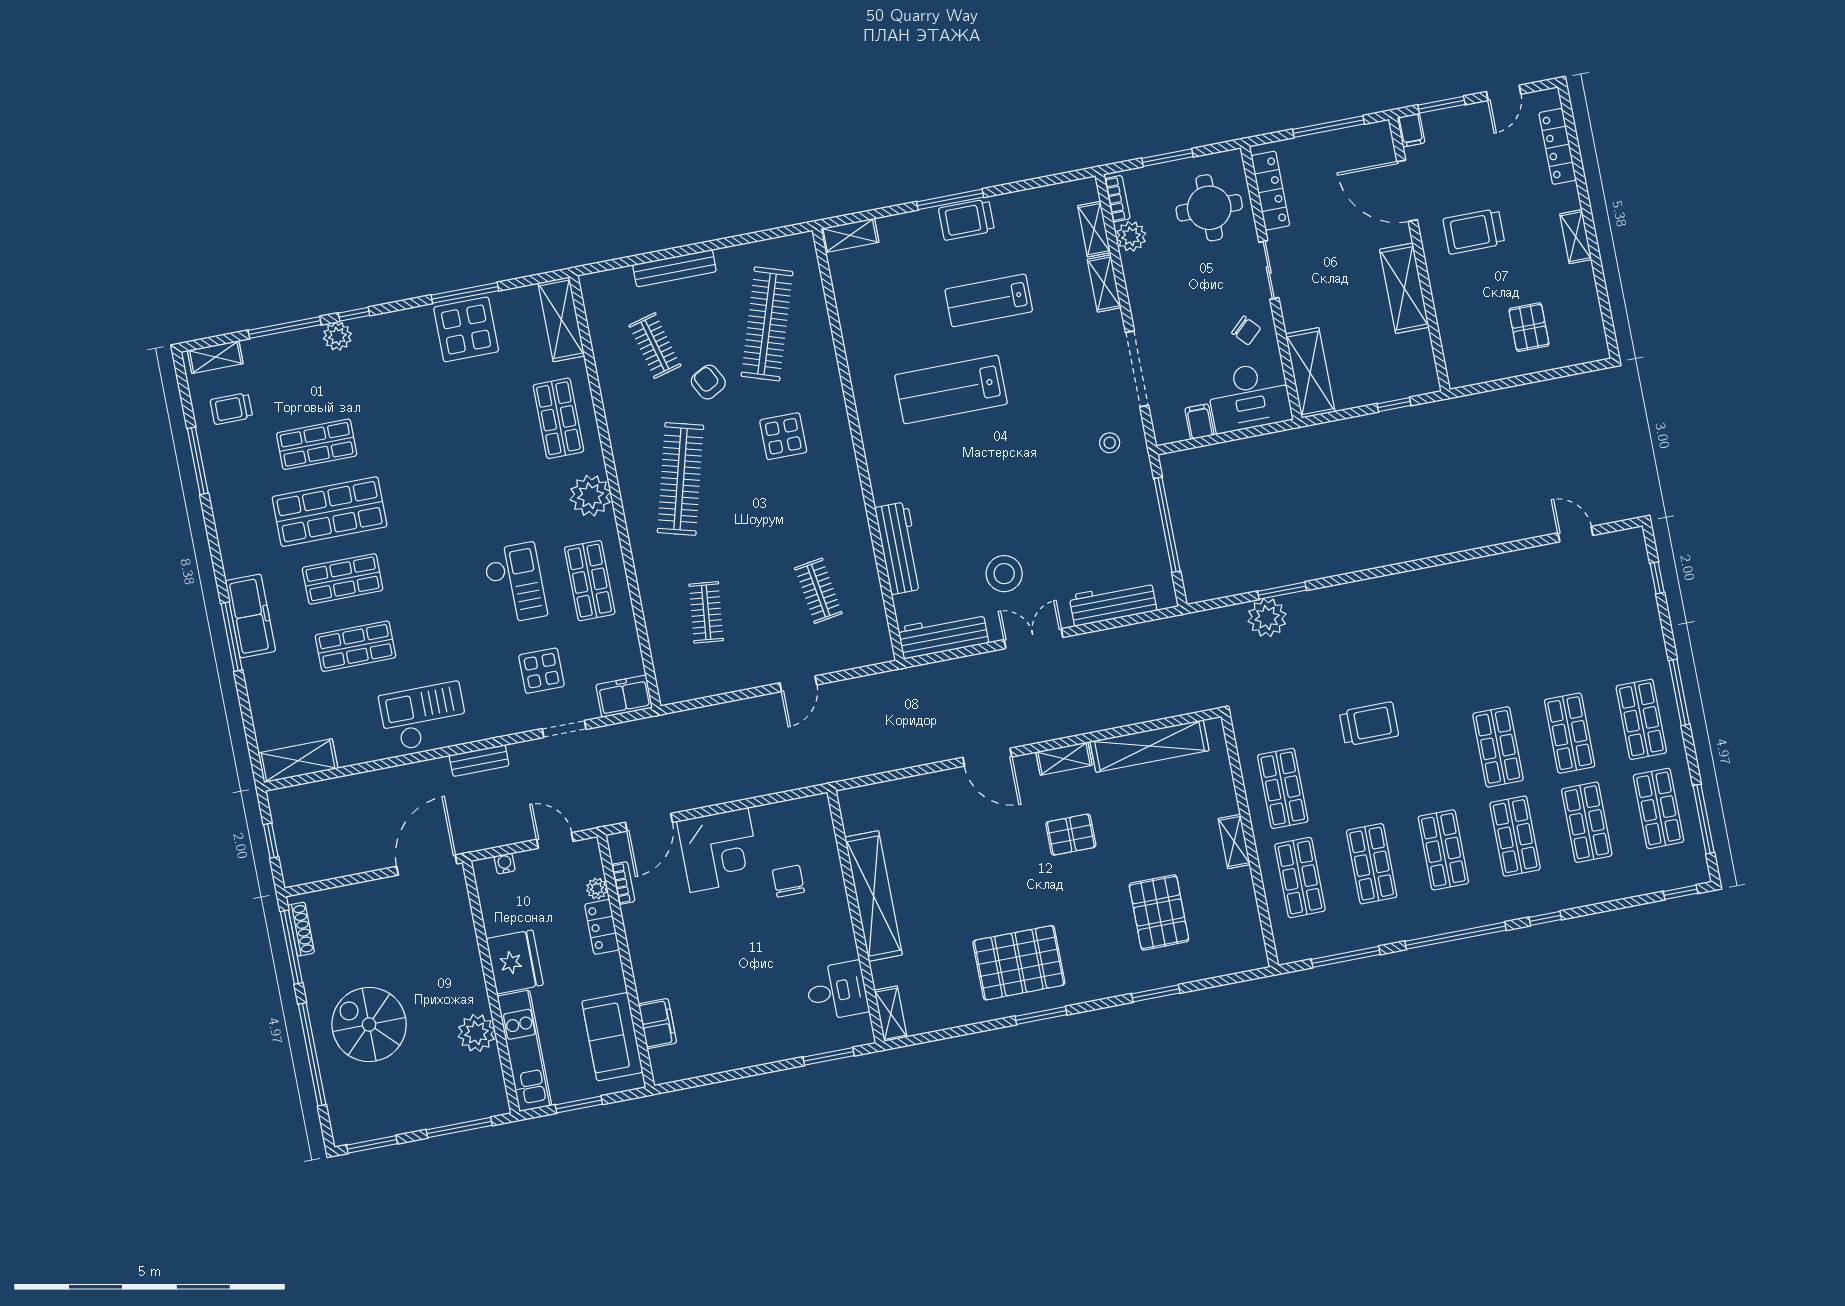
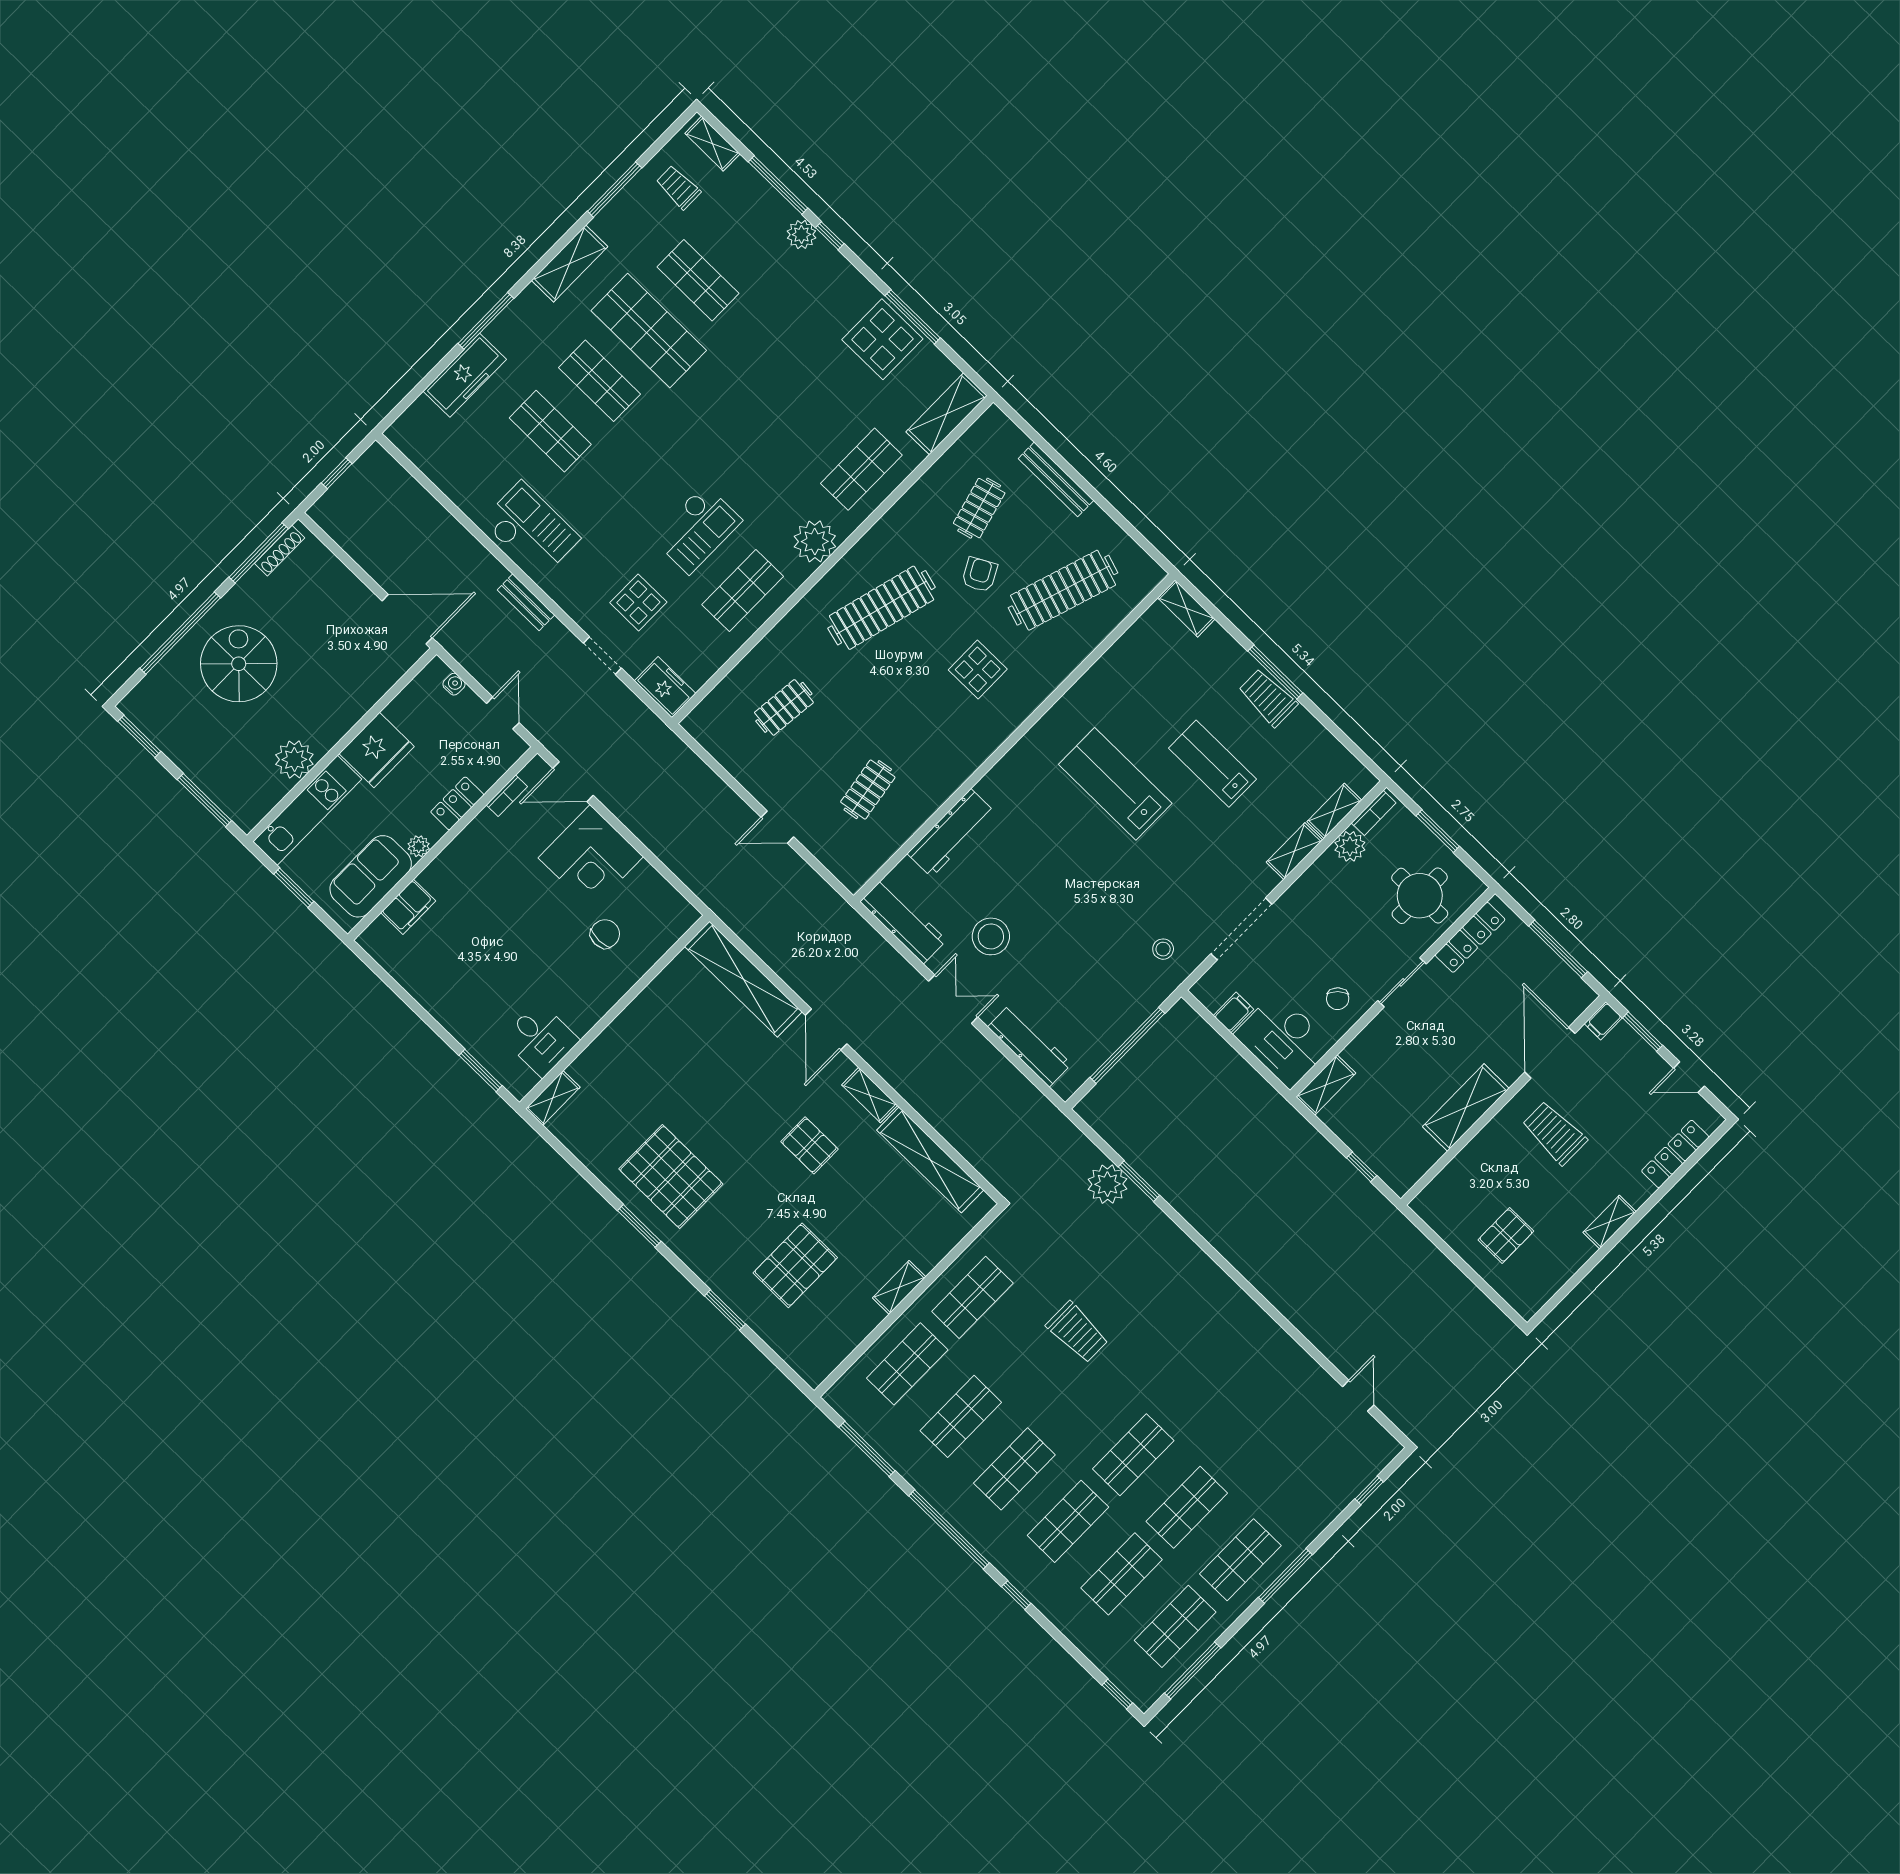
shelving: (1310, 373) -> (1326, 1085), width x0.67, depth x0.75
freezer: (250, 616) -> (465, 375), moved
shelving: (298, 761) -> (570, 264), moved, turned 90
plant: (597, 889) -> (419, 846), moved
shelving: (874, 896) -> (743, 979), moved, turned 90

